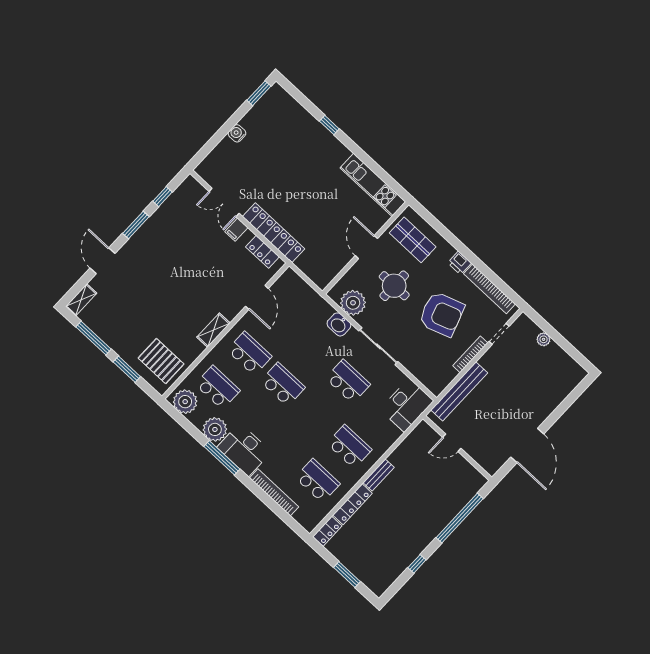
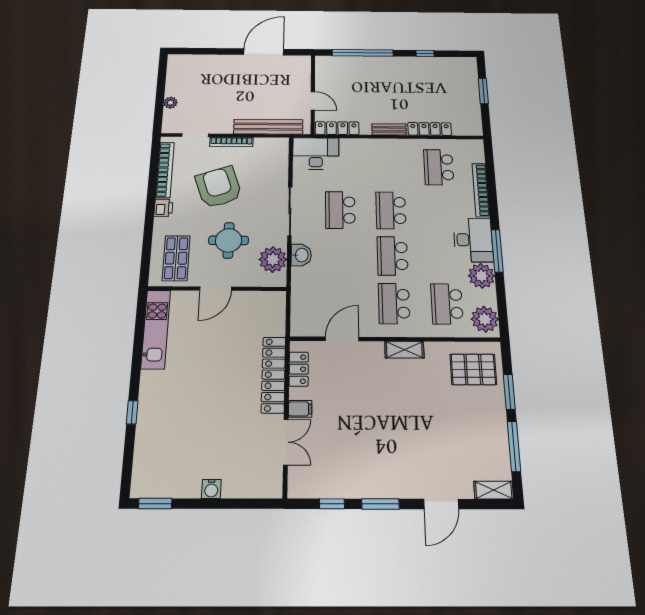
pallet: (161, 361) -> (473, 369), turned 90
school desk: (349, 447) -> (391, 210), moved
locker: (327, 531) -> (337, 128), moved, width x1.53

